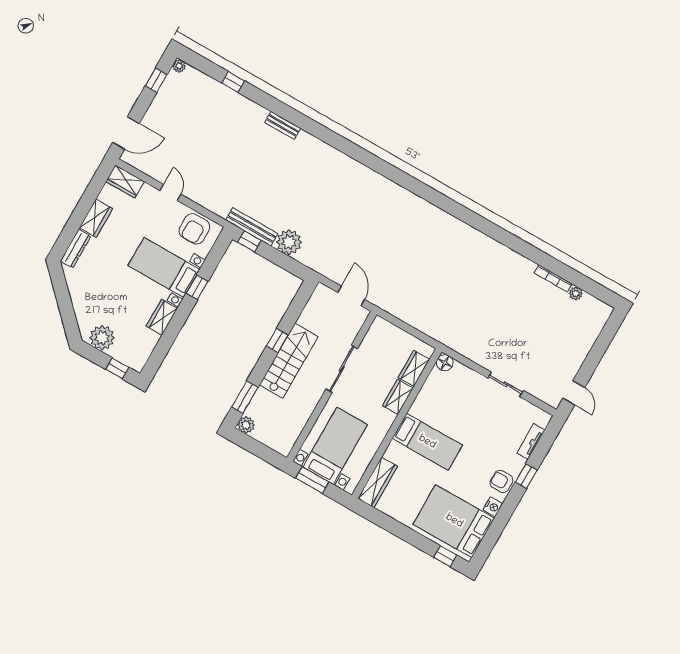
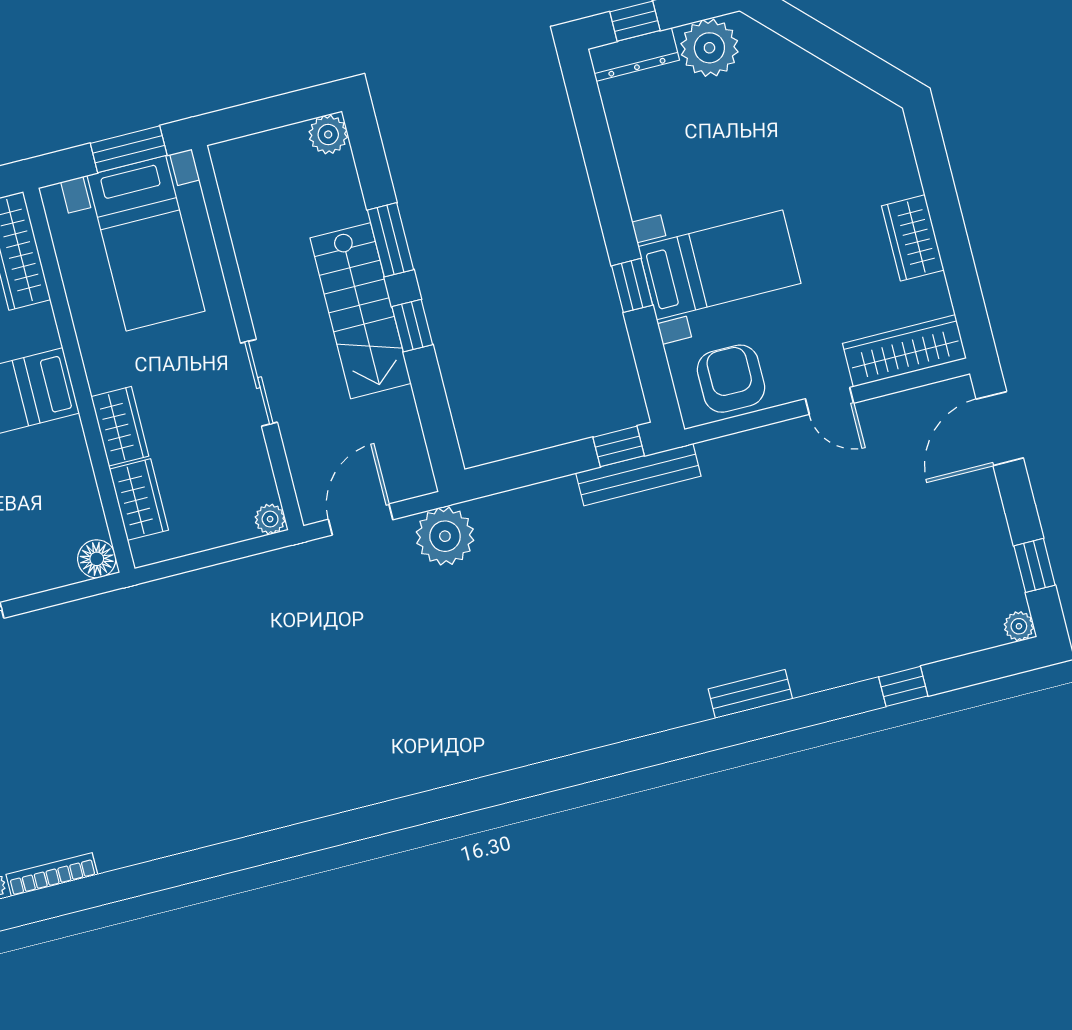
wardrobe: (125, 181) -> (904, 351), width x1.50
plant: (289, 242) -> (445, 536), moved
dresser: (76, 249) -> (634, 54), moved, turned -90
door: (351, 296) -> (361, 520), swing flipped
wardrobe: (162, 317) -> (643, 179), removed
plant: (379, 323) -> (270, 519), added
sliding door: (342, 369) -> (259, 383), width x0.73
window: (245, 397) -> (391, 240), moved

